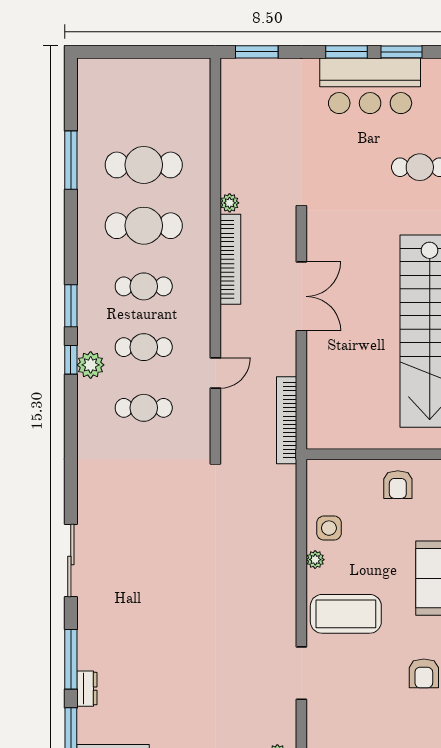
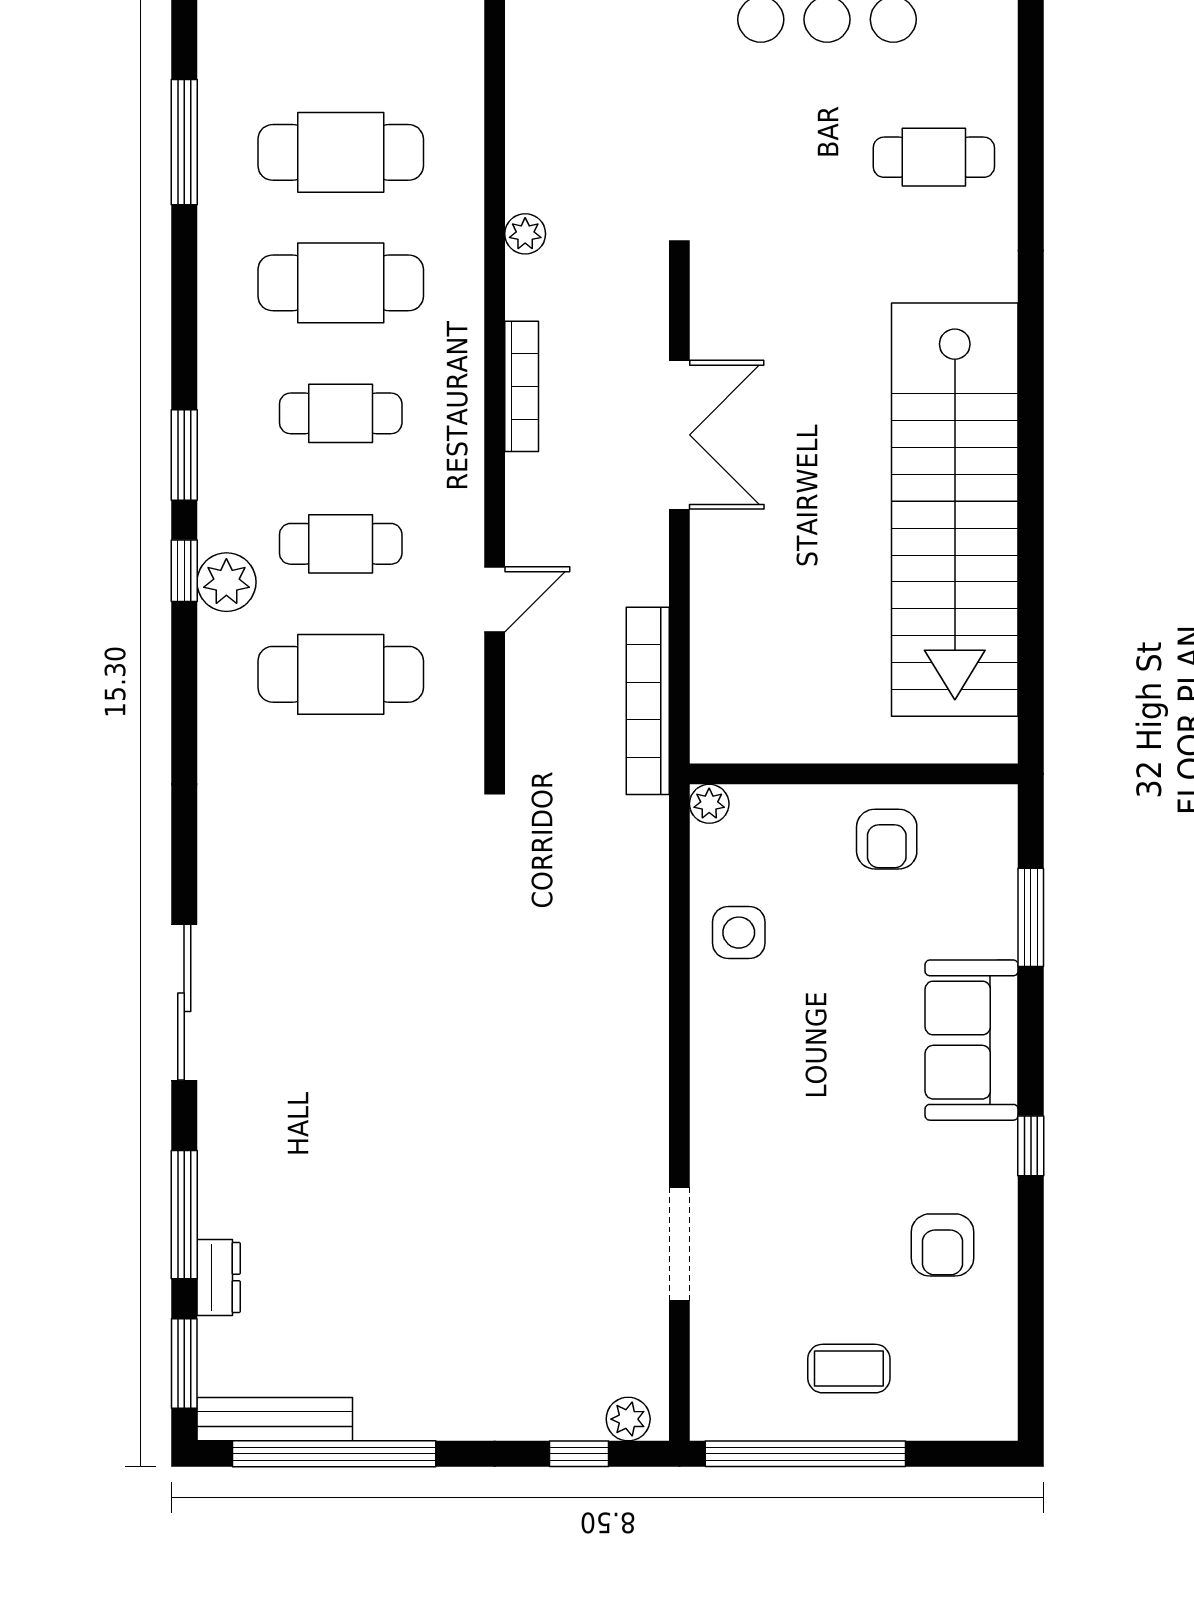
bookcase: (230, 259) -> (522, 386), width x0.68, depth x0.76
cafe table: (144, 408) -> (341, 674), width x1.37, depth x1.35
plant: (315, 560) -> (709, 804), moved
coffee table: (346, 614) -> (849, 1369), moved, width x0.54, depth x0.58

